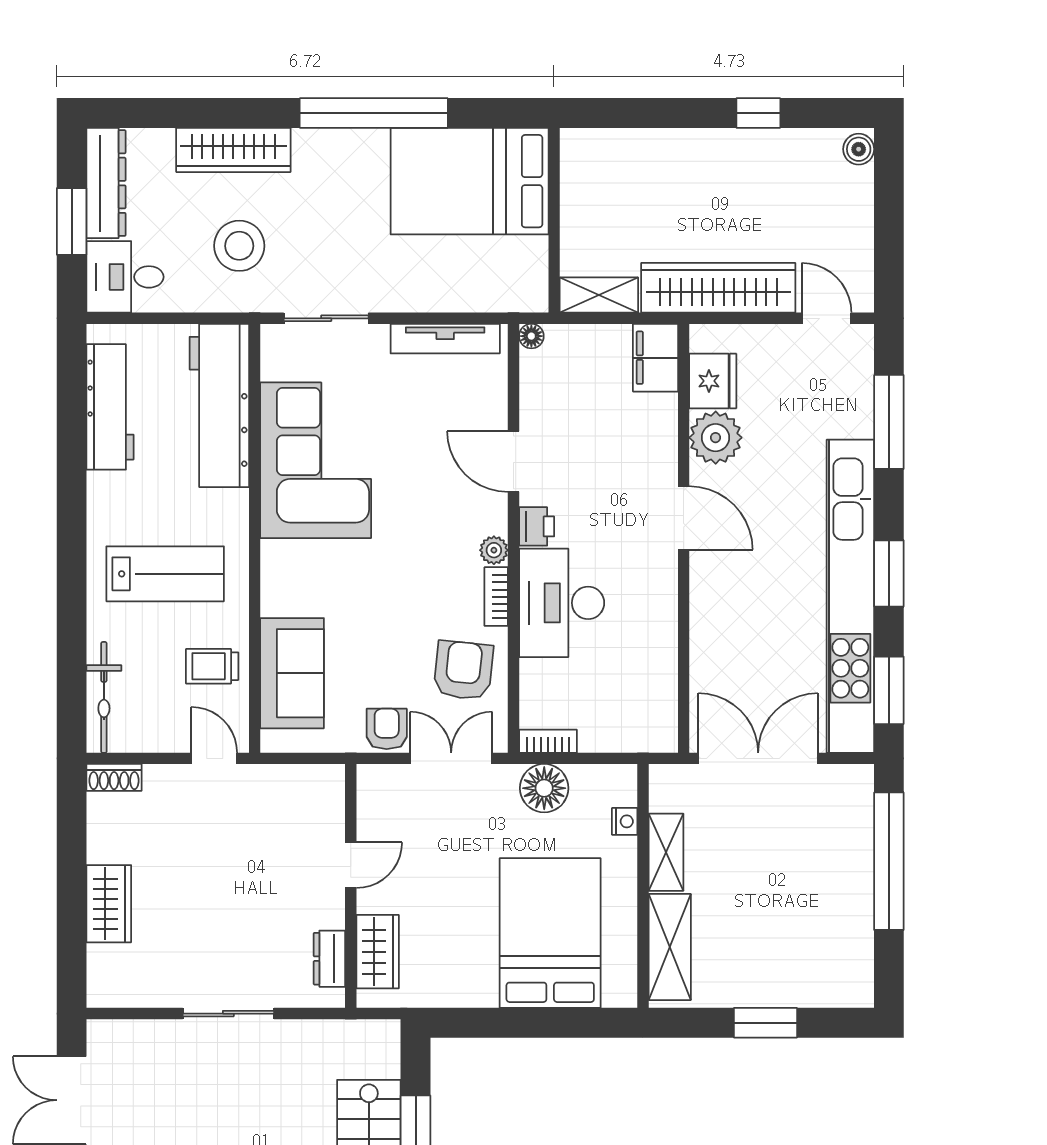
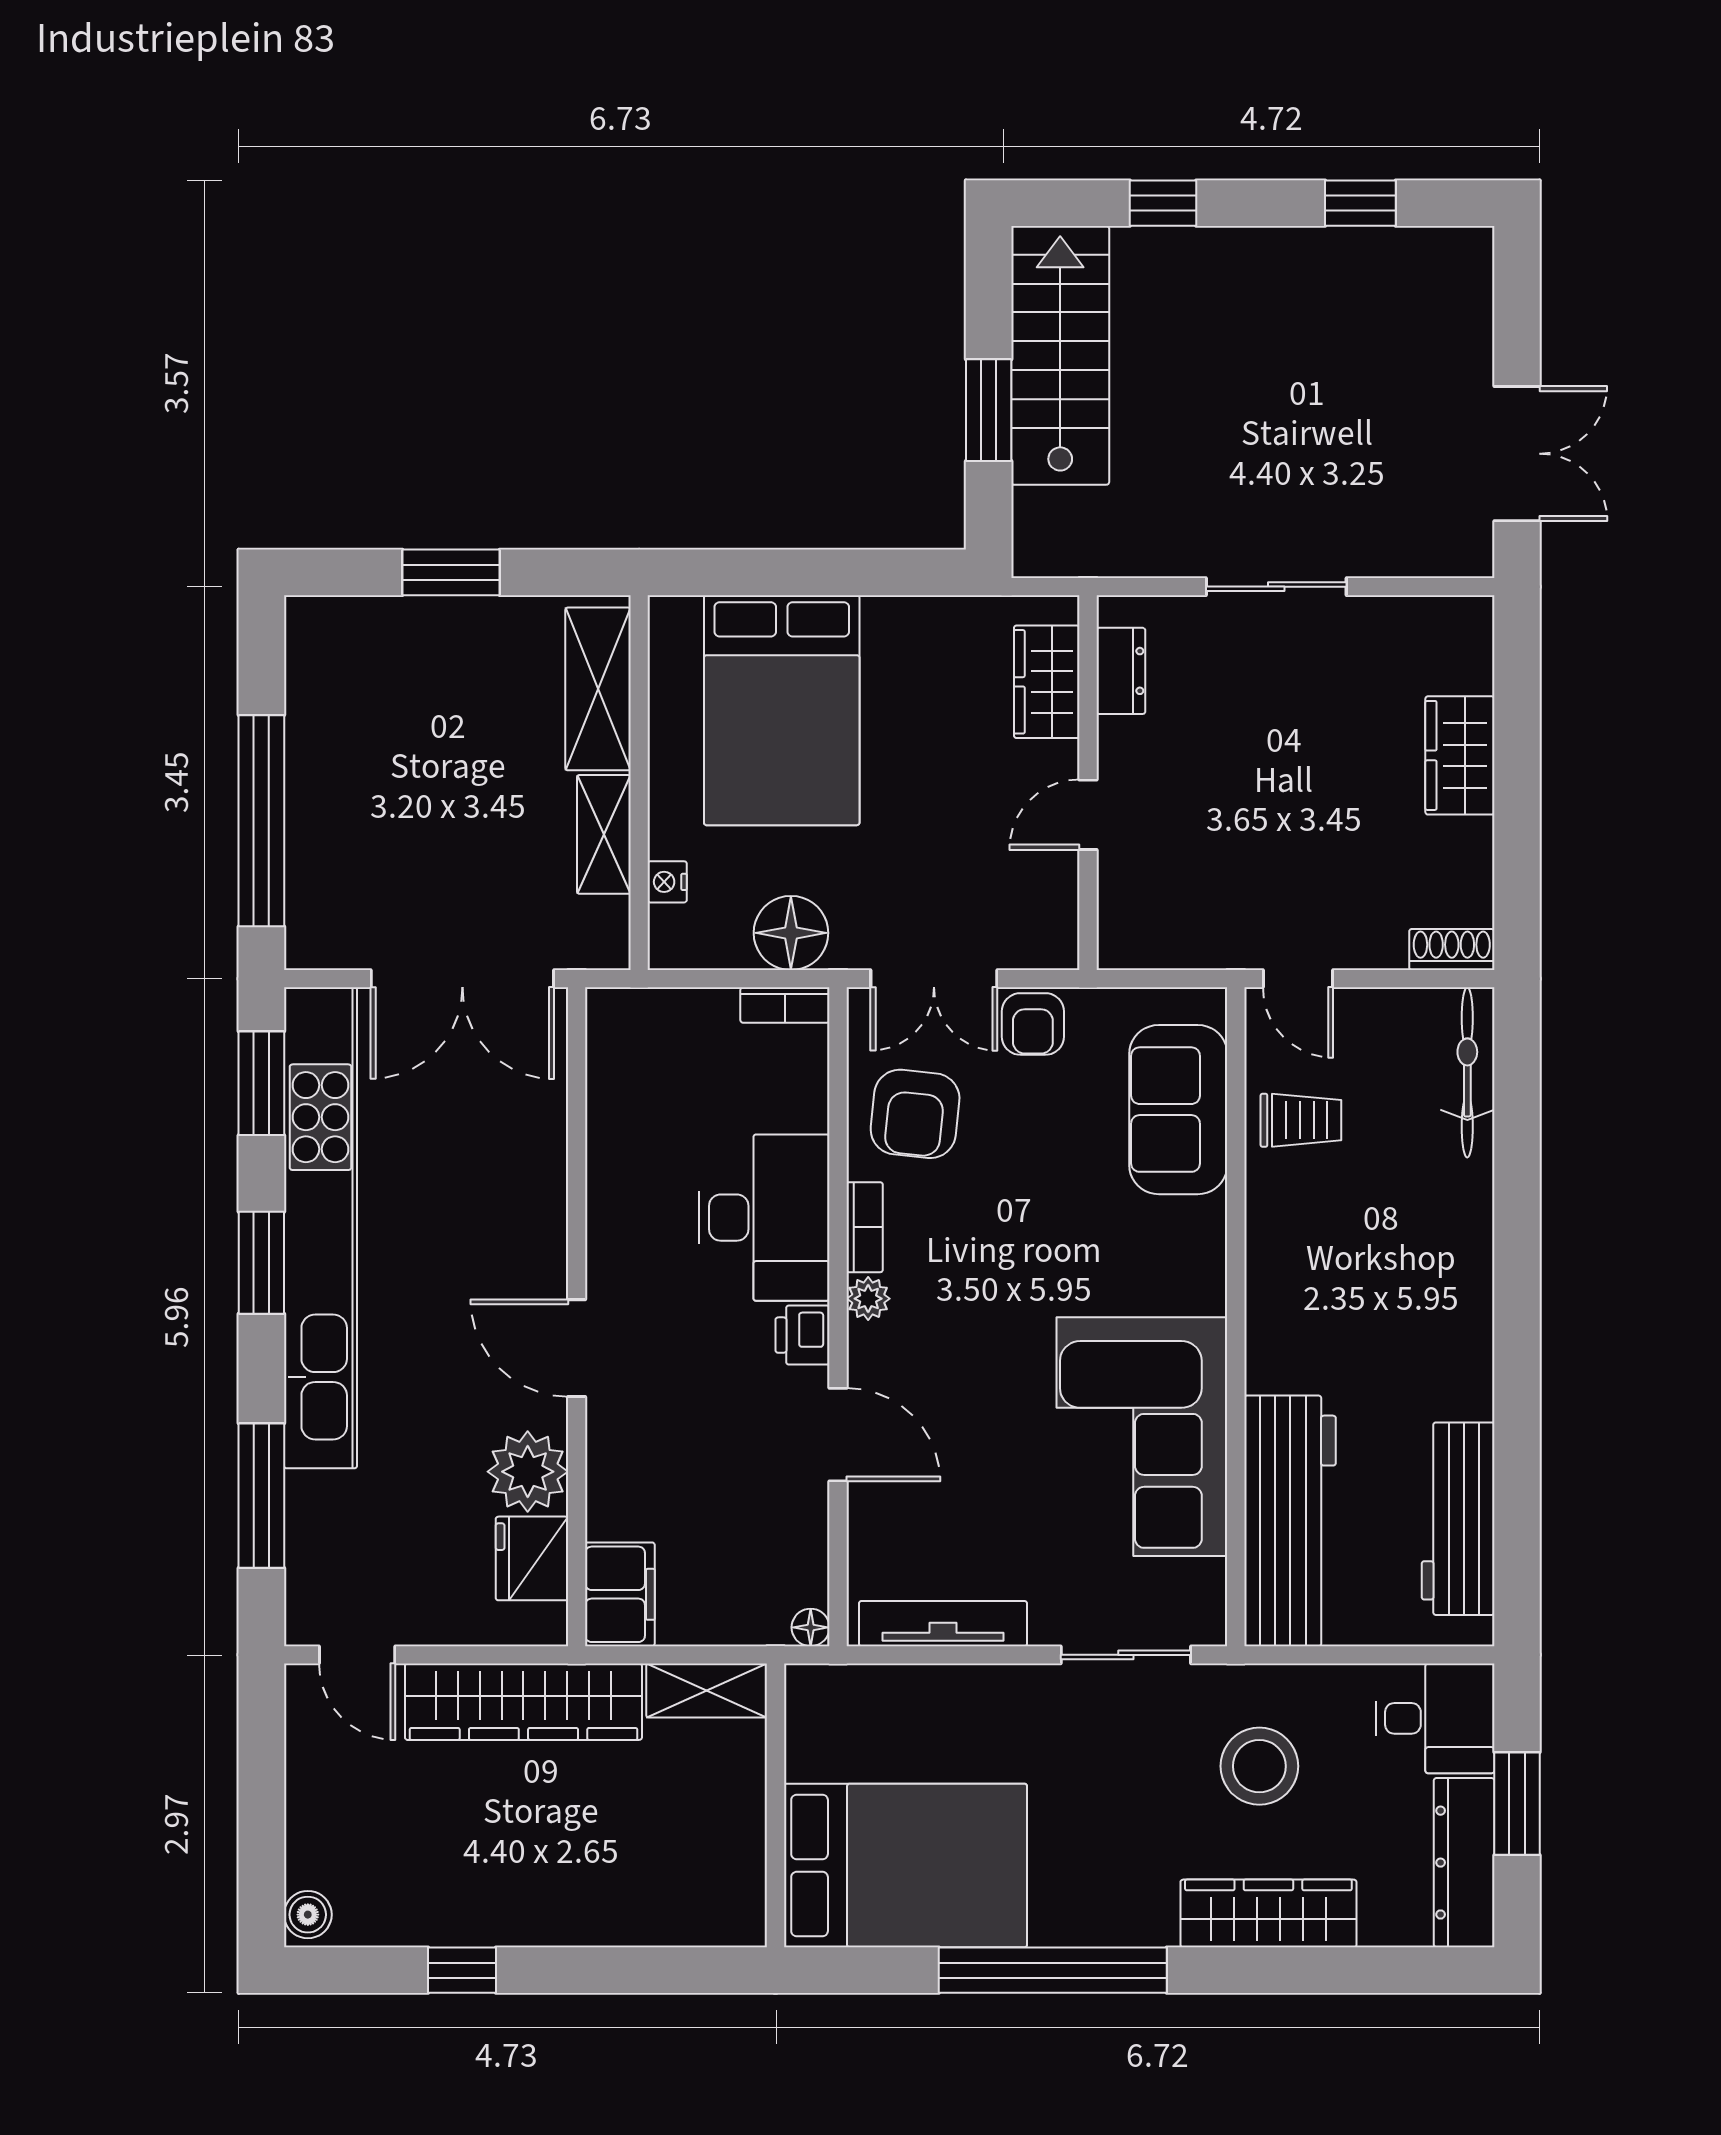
lab bench: (165, 574) -> (1373, 1262), removed

